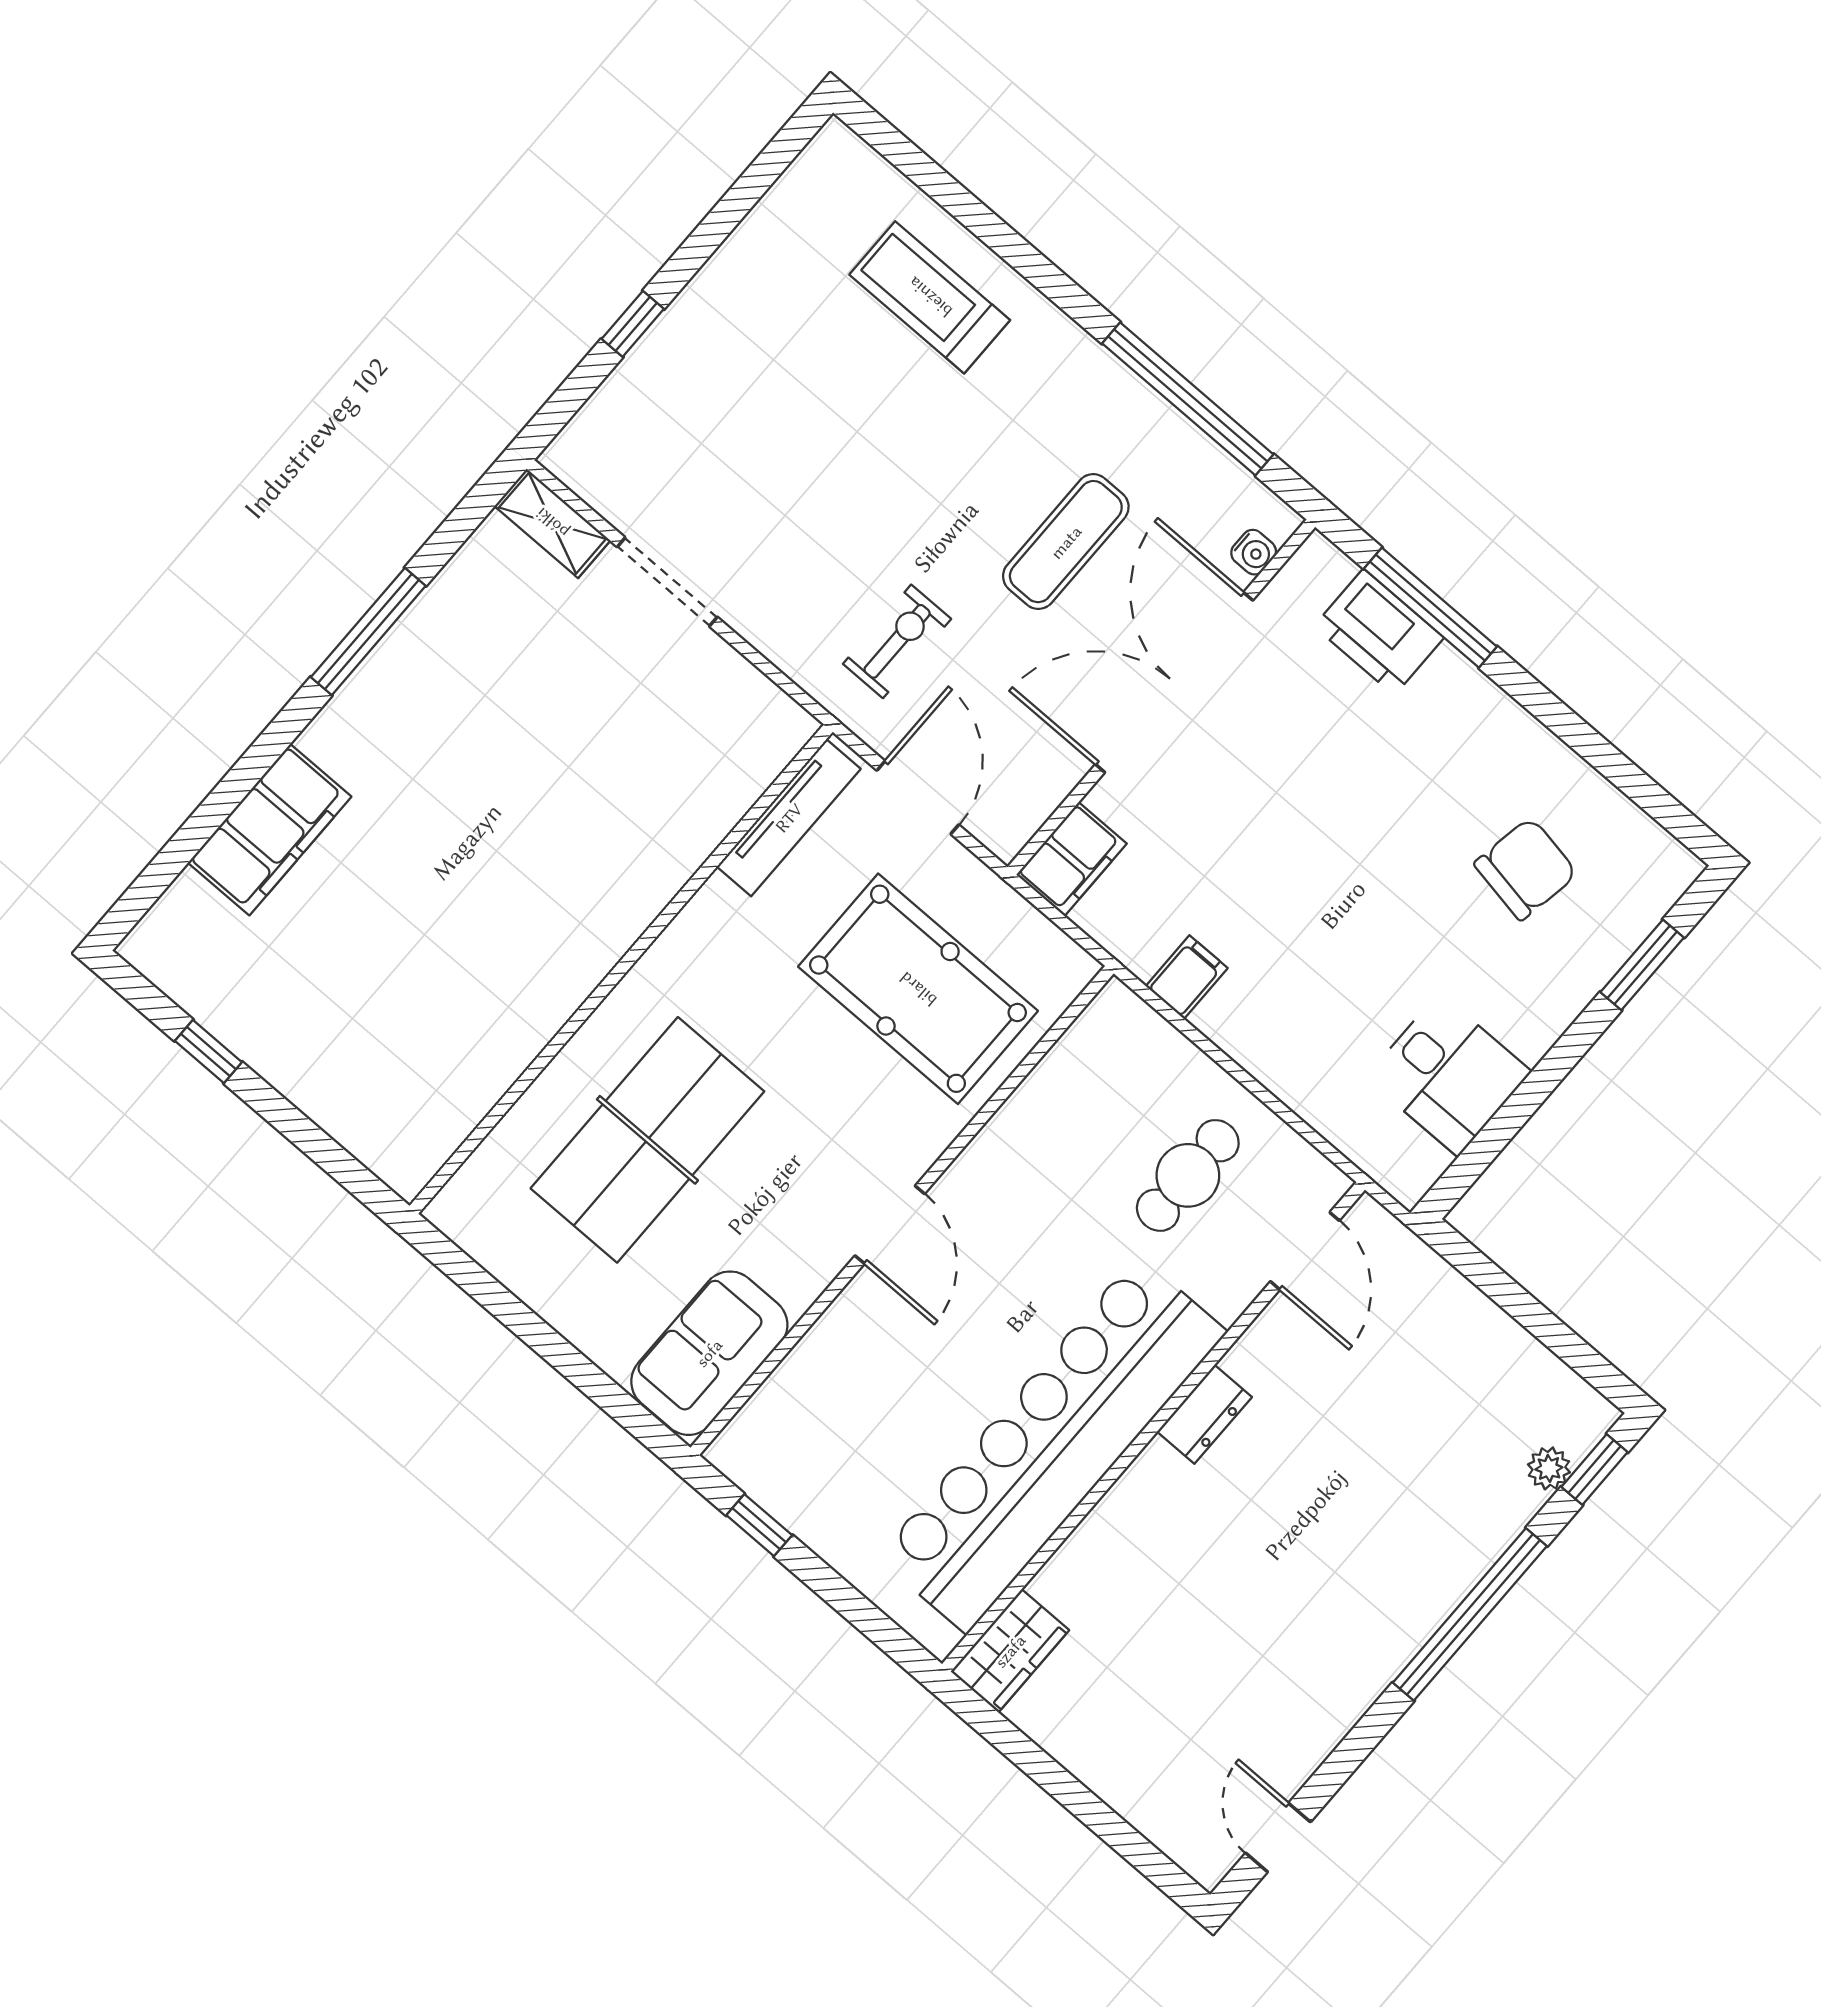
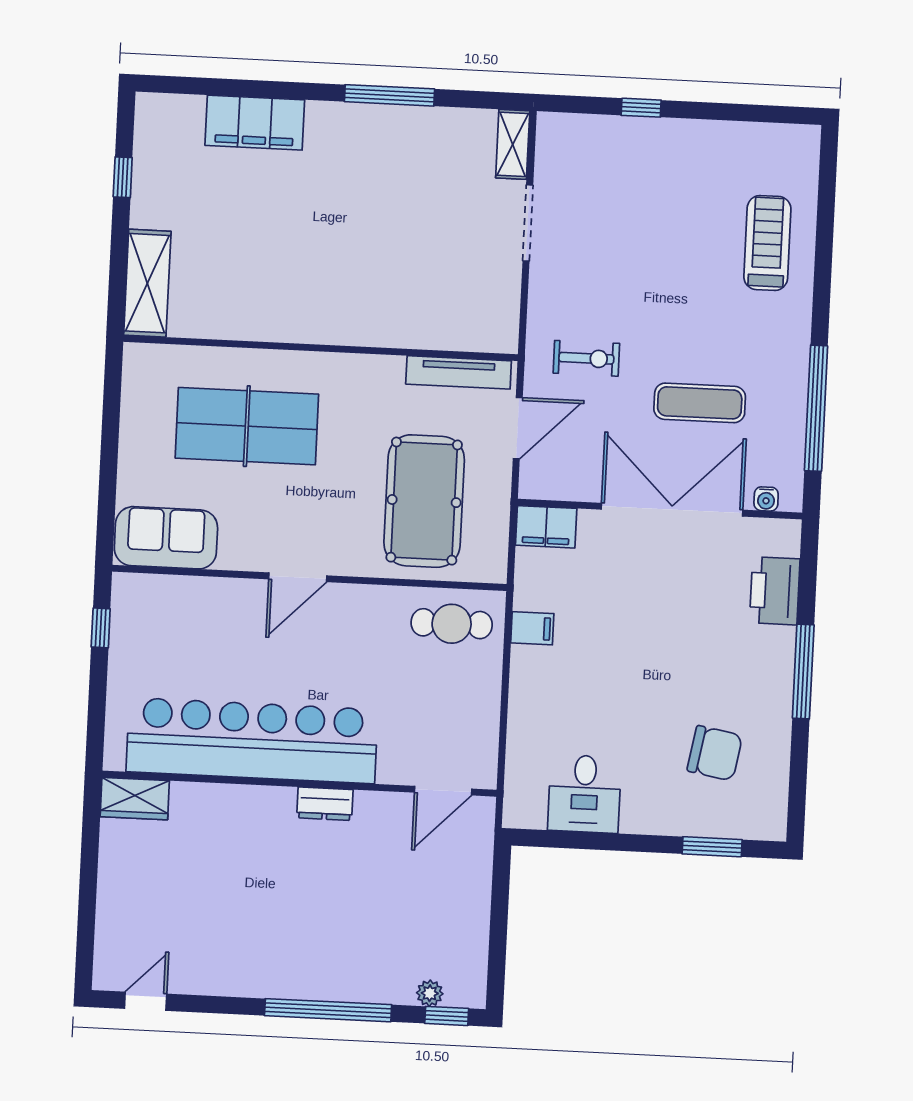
window: (1430, 608) -> (803, 672), moved
shelving: (367, 1125) -> (147, 283), added
cafe table: (1188, 1175) -> (452, 624), moved

